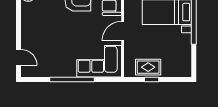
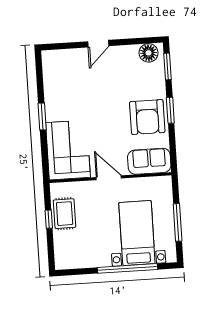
door: (19, 57) -> (98, 44), moved
window: (72, 80) -> (42, 116), width x0.47

